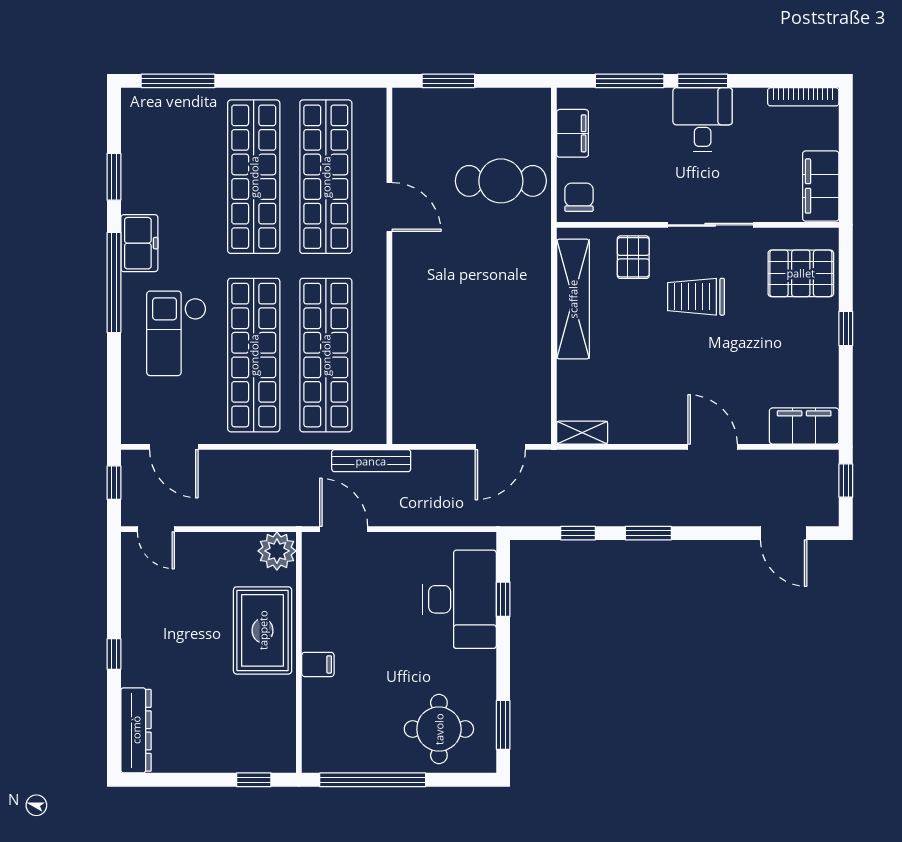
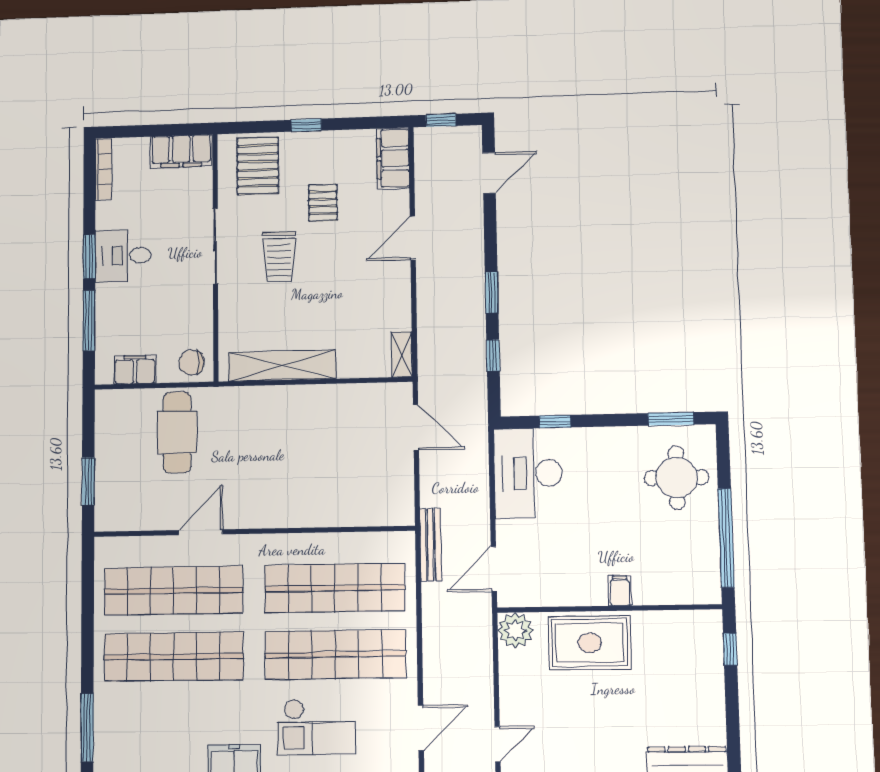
pallet: (633, 257) -> (323, 203), moved, turned 90
desk: (459, 599) -> (528, 473), moved, turned -90

